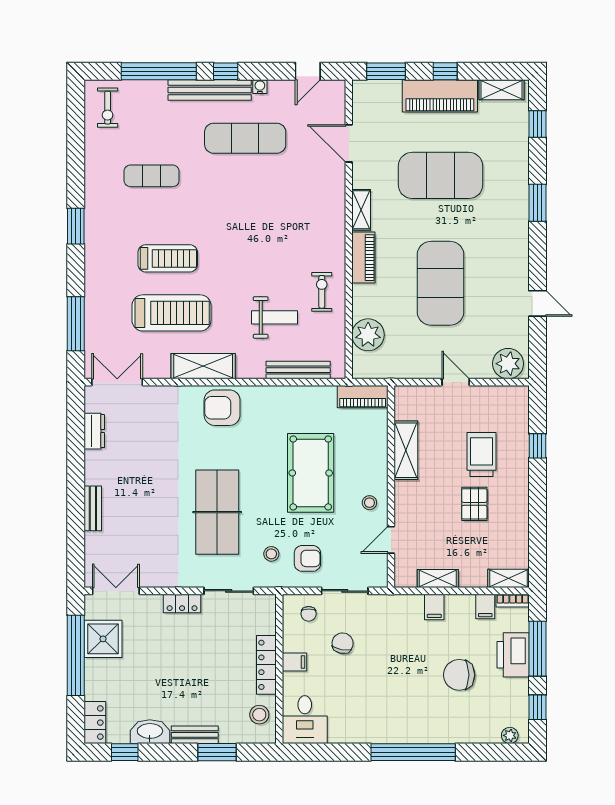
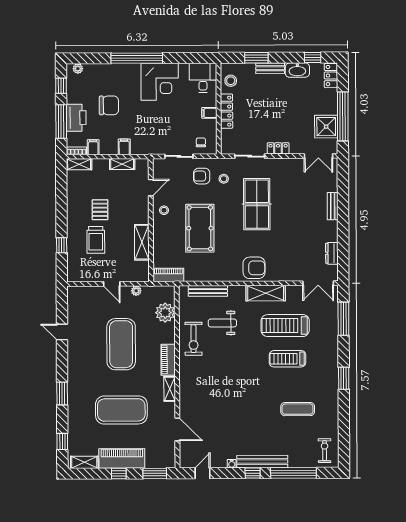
exercise mat: (245, 138) -> (241, 432), removed
exercise bike: (322, 292) -> (194, 339), width x1.38, depth x1.39
plant: (508, 364) -> (136, 291), moved, width x0.53, depth x0.53
chair: (343, 643) -> (180, 124), removed
corner desk: (376, 713) -> (160, 82), added

